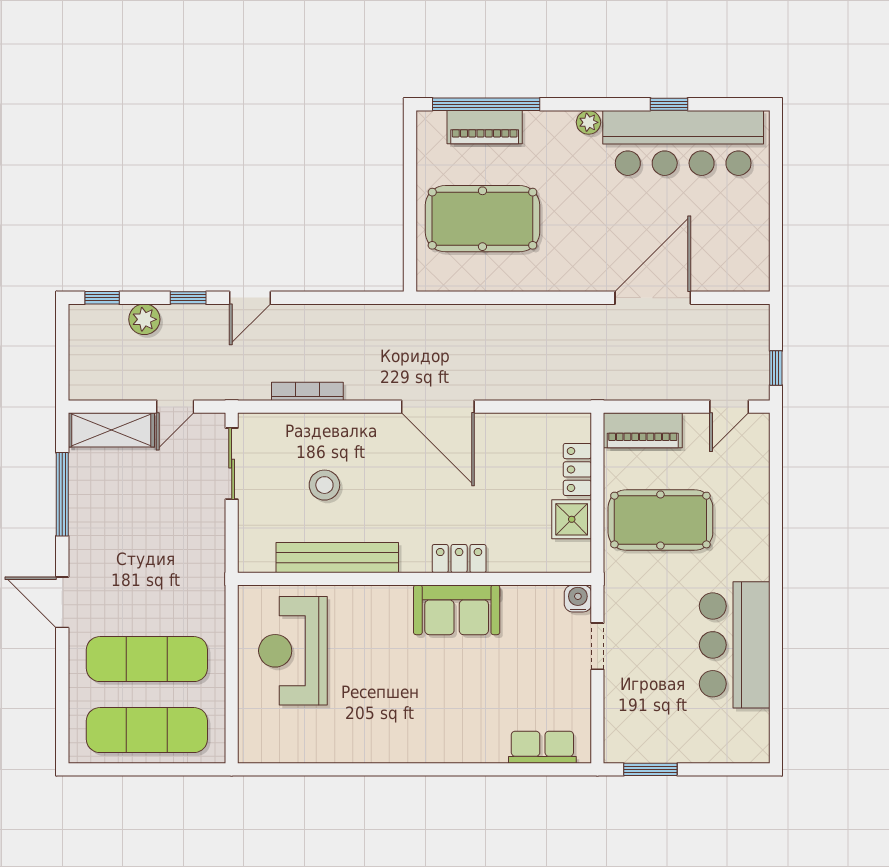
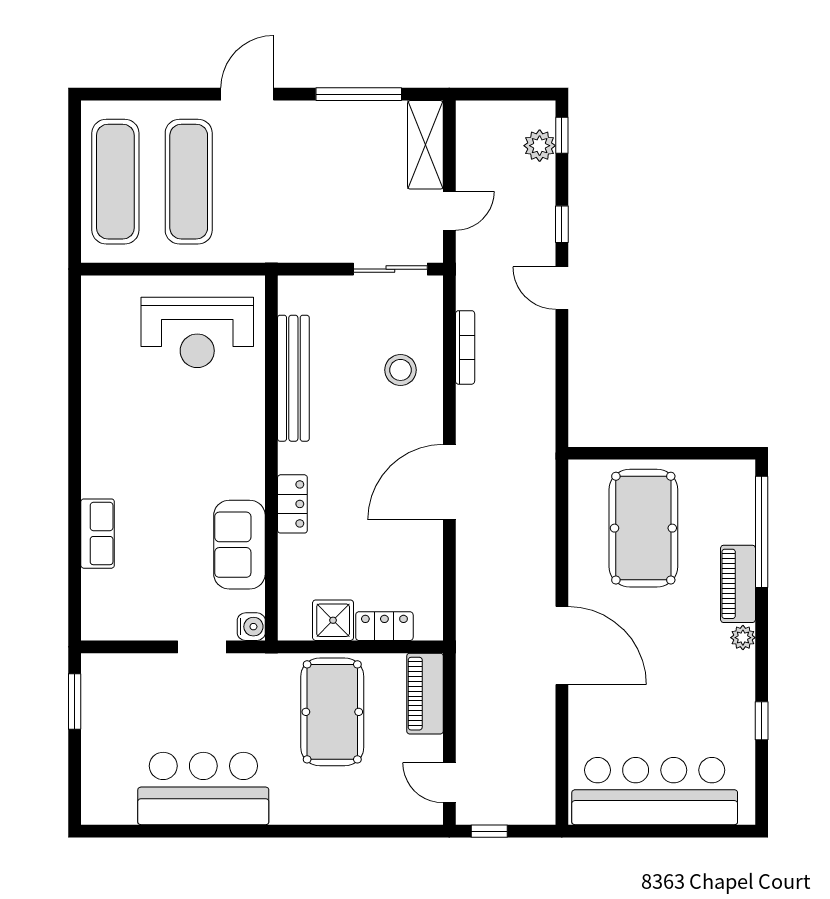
piano: (485, 127) -> (738, 584), moved
bar counter: (683, 143) -> (655, 791), moved, turned 90
door: (653, 298) -> (562, 645), moved
plant: (144, 319) -> (540, 146), moved
door: (175, 407) -> (449, 211), swing flipped
stool: (324, 485) -> (401, 370), moved
sofa: (457, 610) -> (239, 545), moved
reception desk: (293, 651) -> (197, 332), turned 180
row of seats: (542, 747) -> (98, 534), moved

